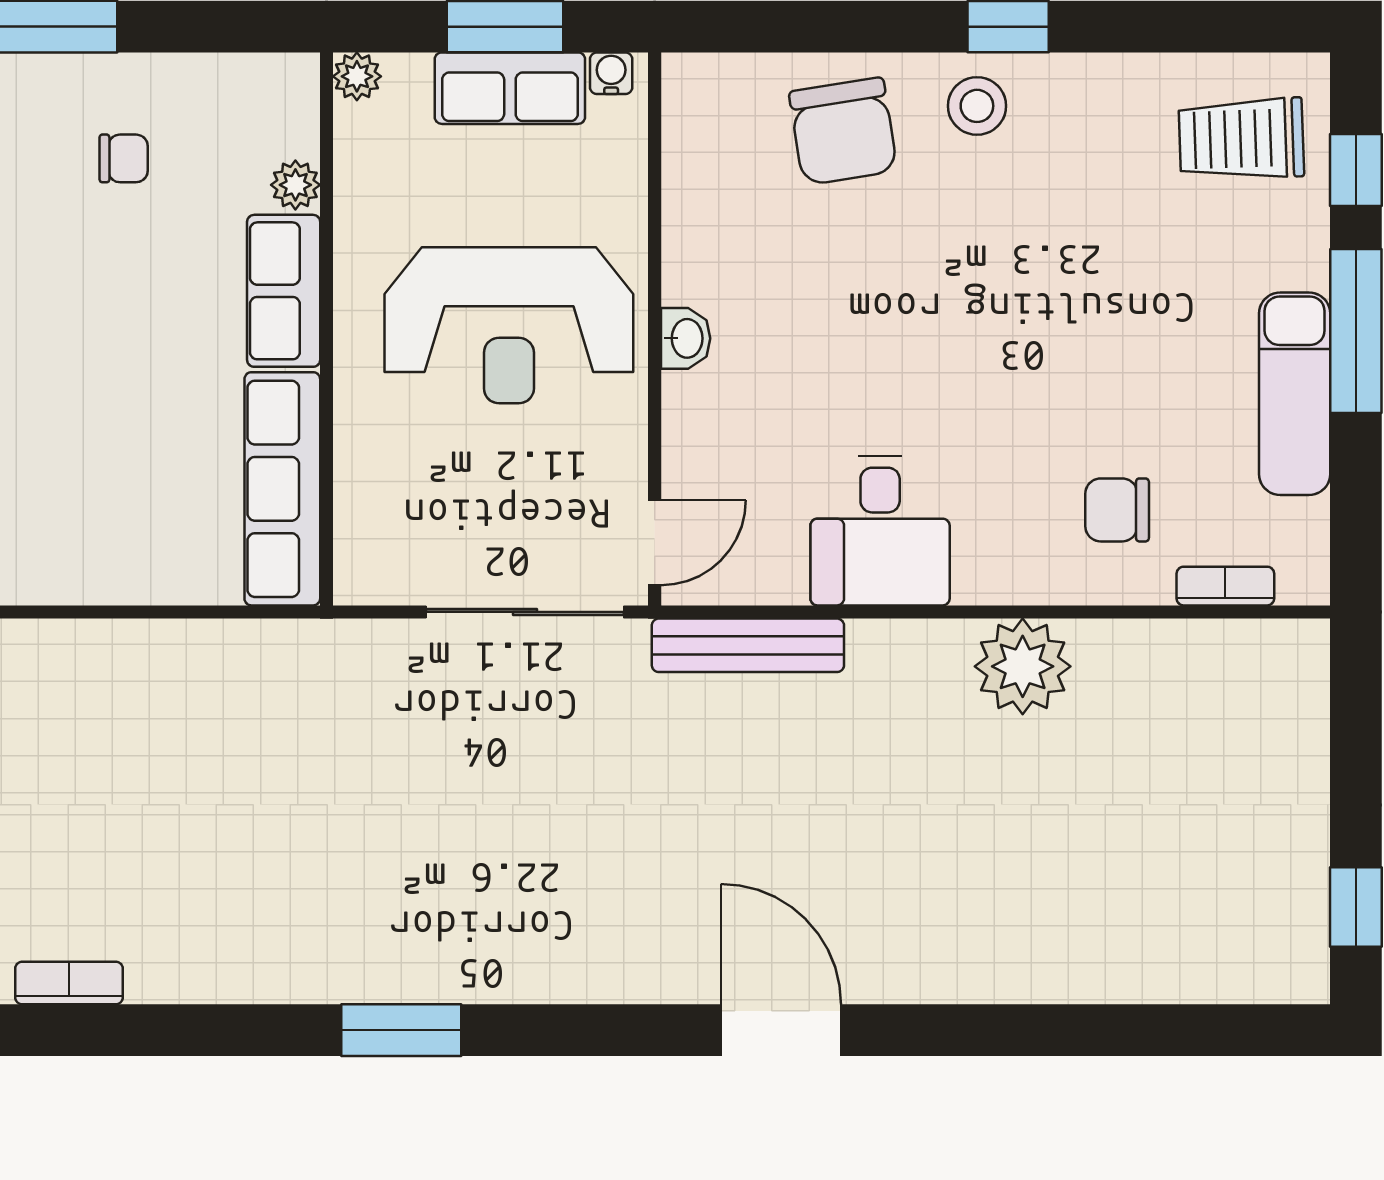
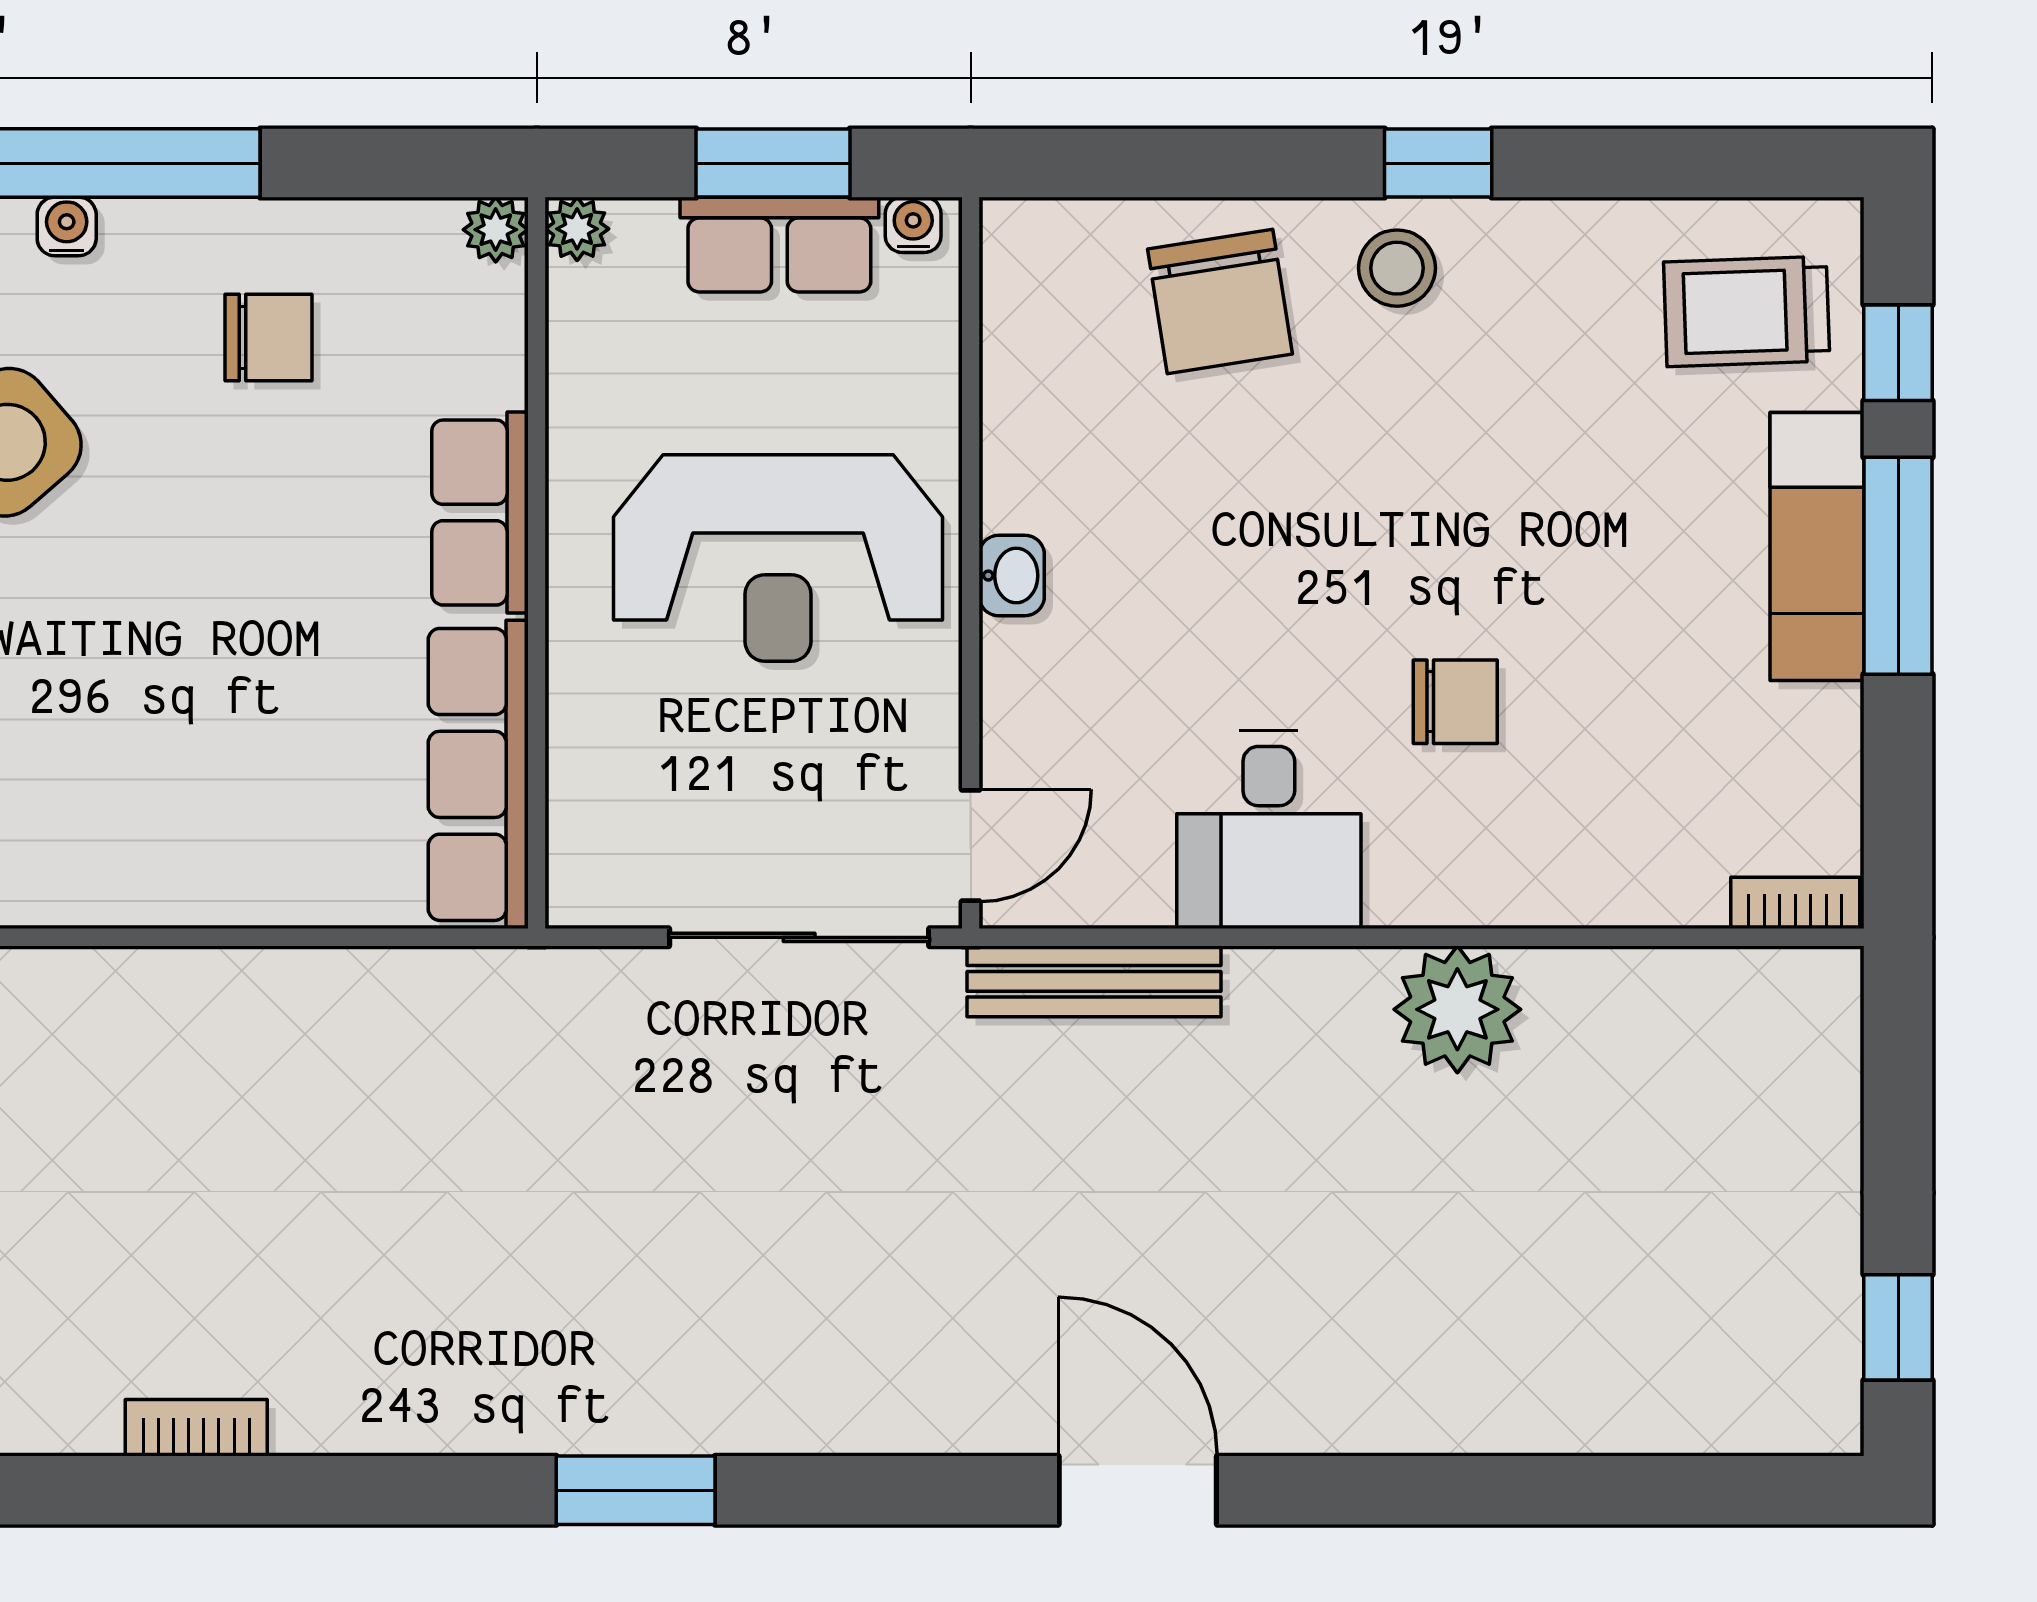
chair: (124, 158) -> (269, 337), width x1.37, depth x1.37
plant: (295, 185) -> (496, 230), moved
exam couch: (1295, 394) -> (1817, 546), moved
chair: (1117, 510) -> (1455, 702), moved, turned 180
bookcase: (1225, 586) -> (1795, 903), moved

